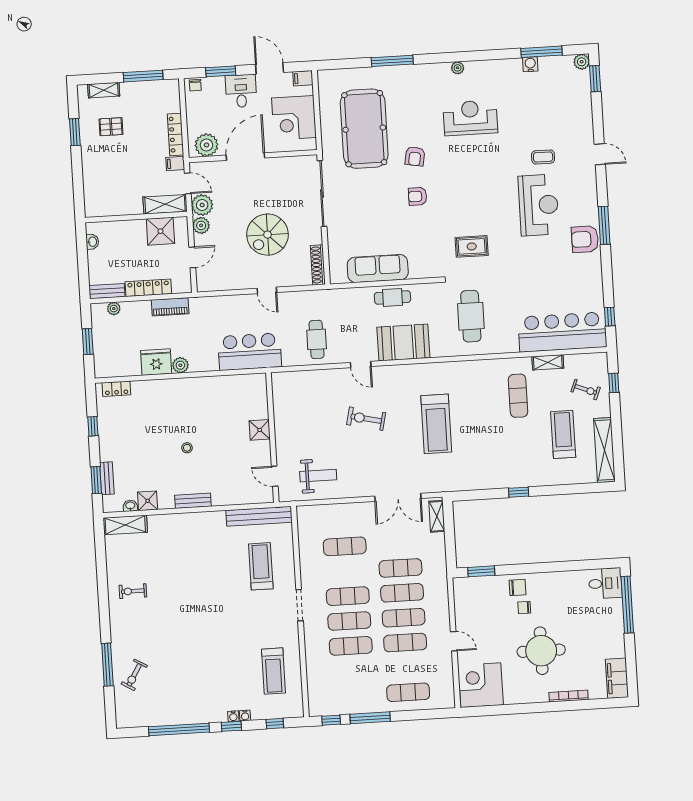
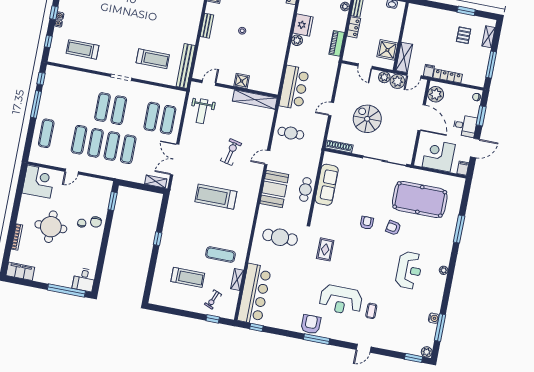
locker: (148, 288) -> (354, 27), width x0.66
shelving: (604, 450) -> (255, 99), moved
exercise mat: (351, 646) -> (168, 120), moved

